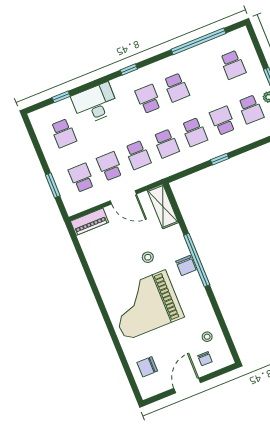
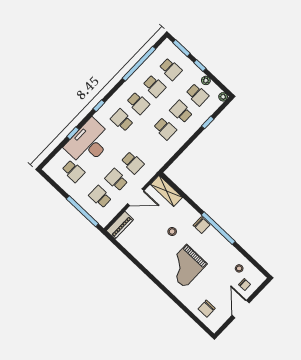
window: (257, 46) -> (181, 48), added
window: (61, 97) -> (73, 133), moved
desk: (95, 104) -> (89, 143), width x1.36, depth x1.30
school desk: (166, 144) -> (154, 86), moved
window: (220, 159) -> (208, 122), moved
window: (53, 185) -> (82, 211), width x2.11
window: (197, 260) -> (218, 228), moved
grand piano: (145, 305) -> (186, 266), width x0.73, depth x0.68

